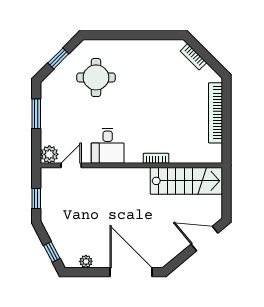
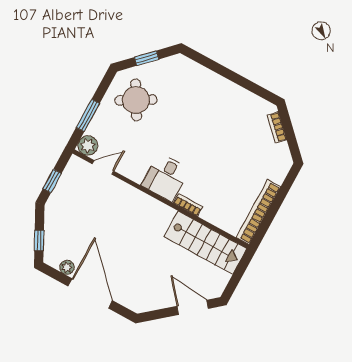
round table: (96, 77) -> (136, 100), moved, turned -30
bookcase: (216, 113) -> (258, 212), moved
window: (36, 114) -> (88, 115), moved
desk: (108, 146) -> (165, 177), moved
door: (131, 272) -> (90, 293), moved

